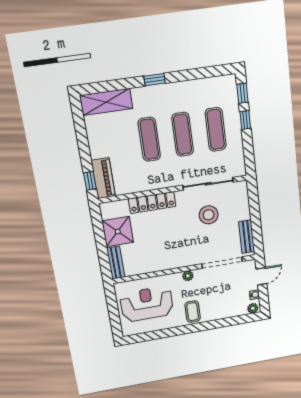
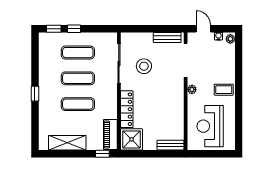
shelving: (106, 102) -> (67, 143), moved, turned 90
piano: (103, 178) -> (110, 134), moved, turned -90
shower: (118, 232) -> (132, 139), moved

